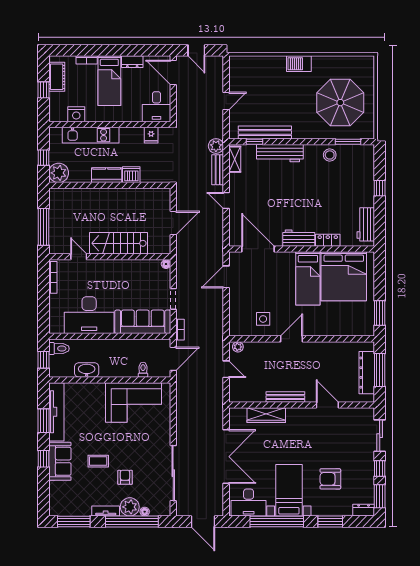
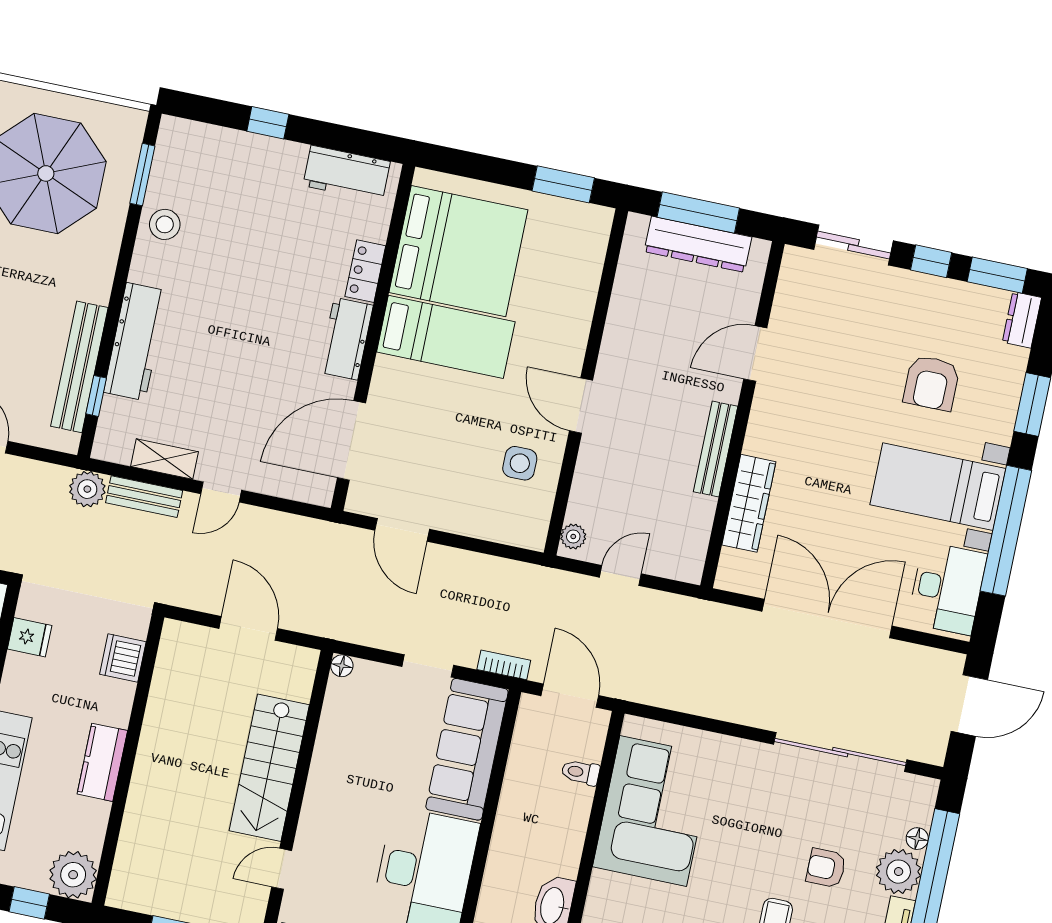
shelving: (235, 159) -> (164, 459), moved
dishwasher: (131, 175) -> (123, 658), moved

